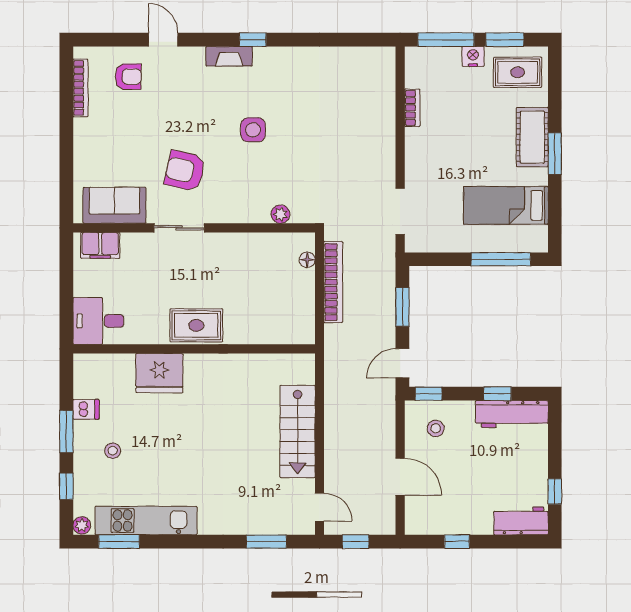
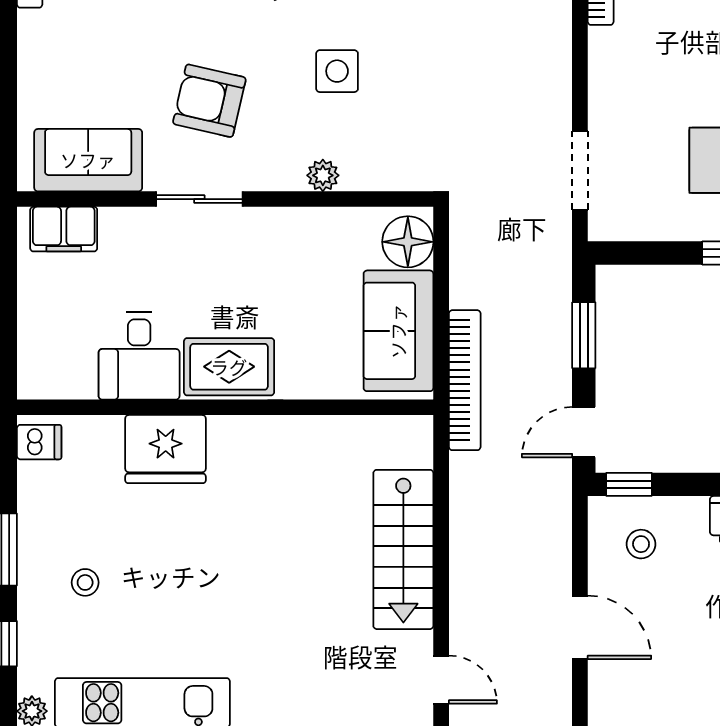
side table: (253, 130) -> (337, 71), moved
plant: (281, 214) -> (323, 175), moved
floor lamp: (307, 260) -> (408, 242), width x1.89, depth x1.89
bookcase: (333, 282) -> (465, 380), moved
sofa: (295, 304) -> (398, 331), added
desk: (98, 321) -> (139, 356), moved, turned -90
dishwasher: (86, 409) -> (39, 442), moved

